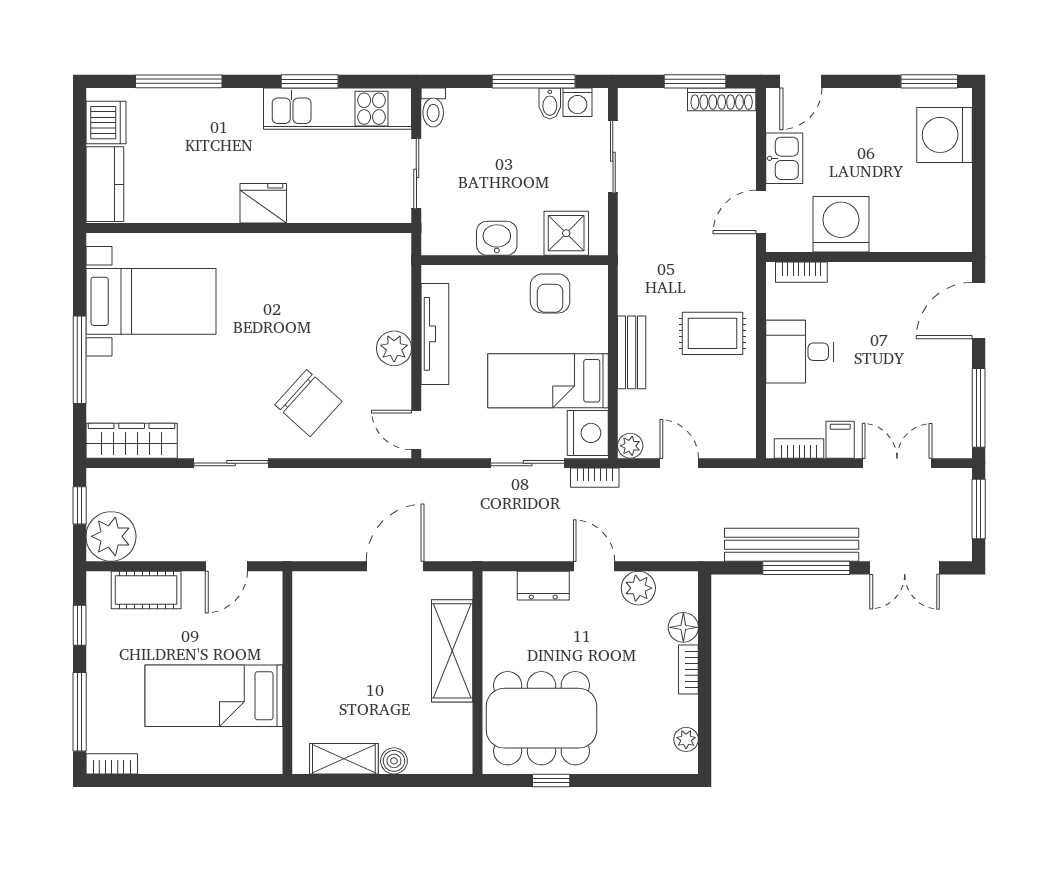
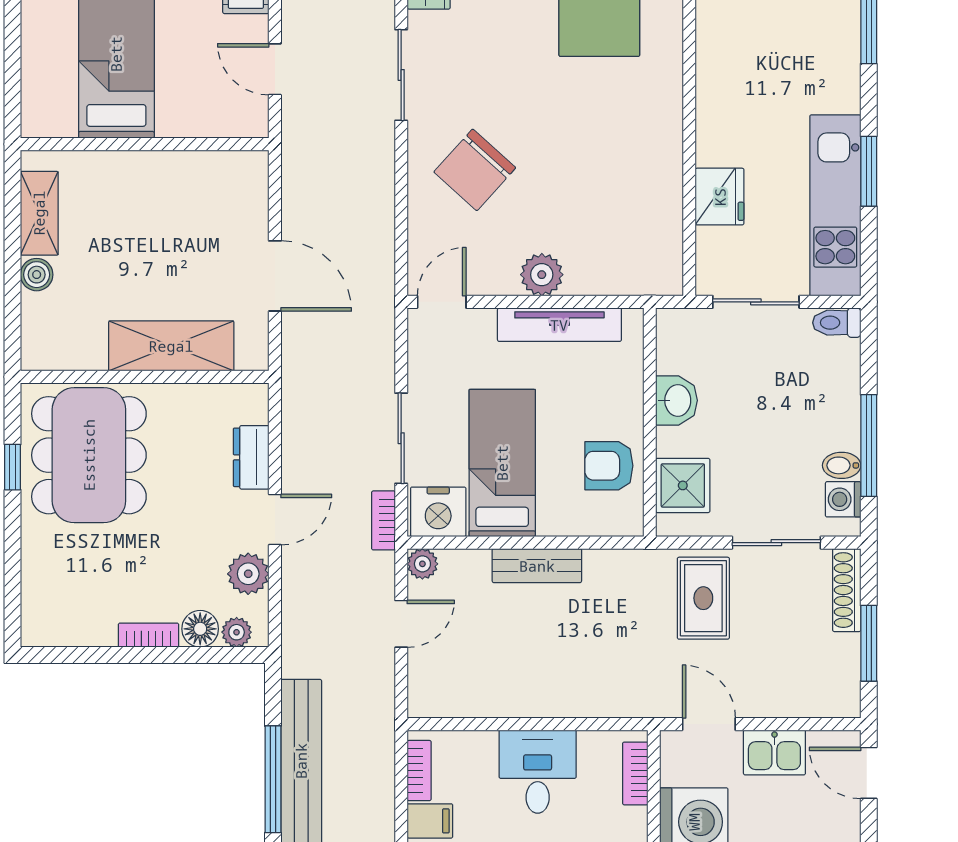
shoe rack: (722, 99) -> (847, 590), moved
fridge: (263, 203) -> (720, 197), moved
rug: (712, 333) -> (703, 598), moved
plant: (686, 739) -> (237, 632), moved

